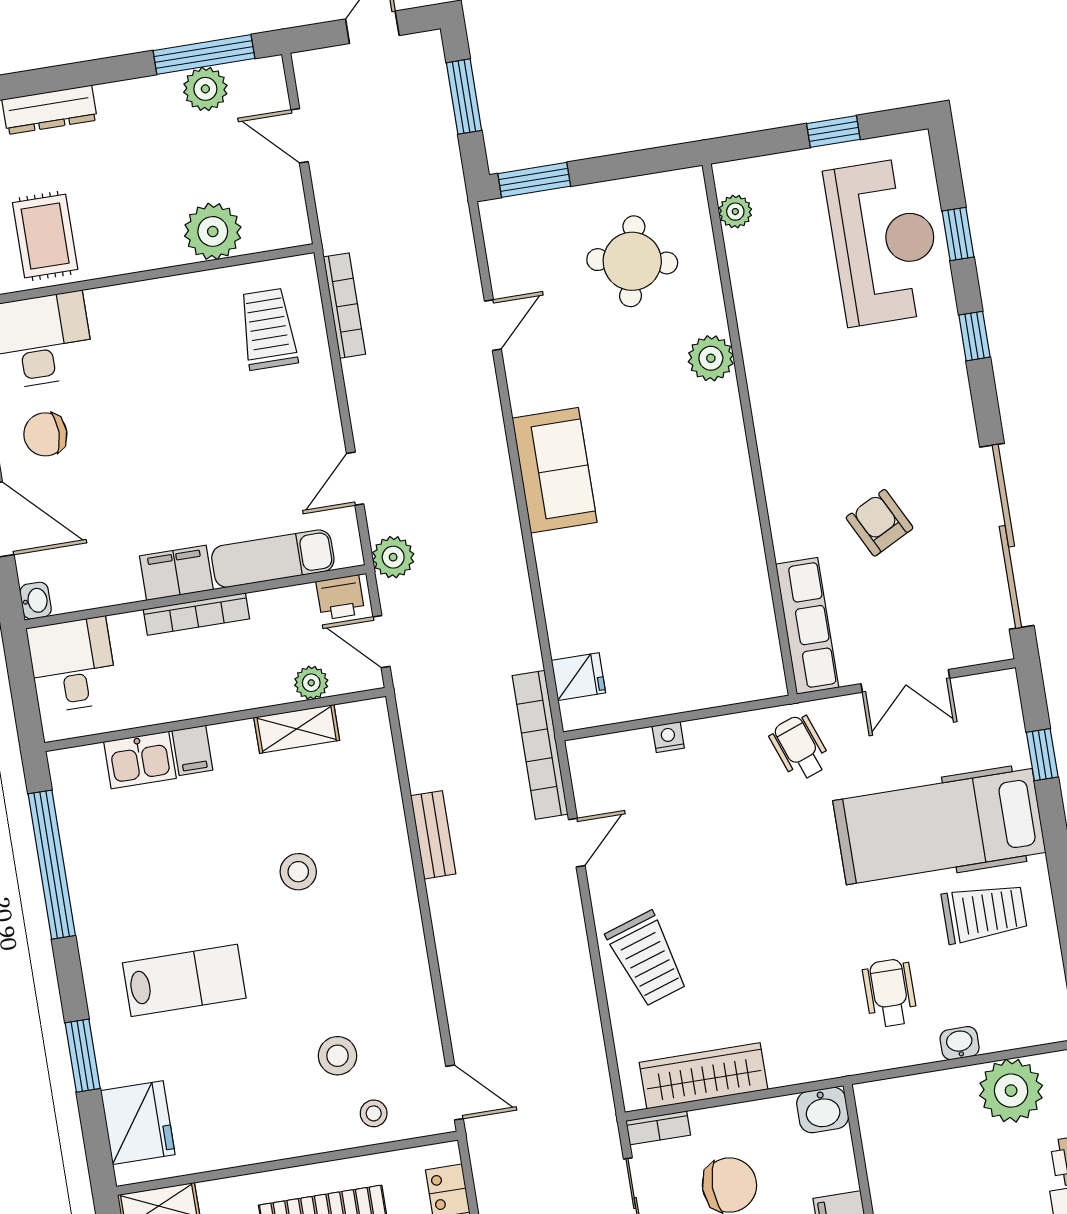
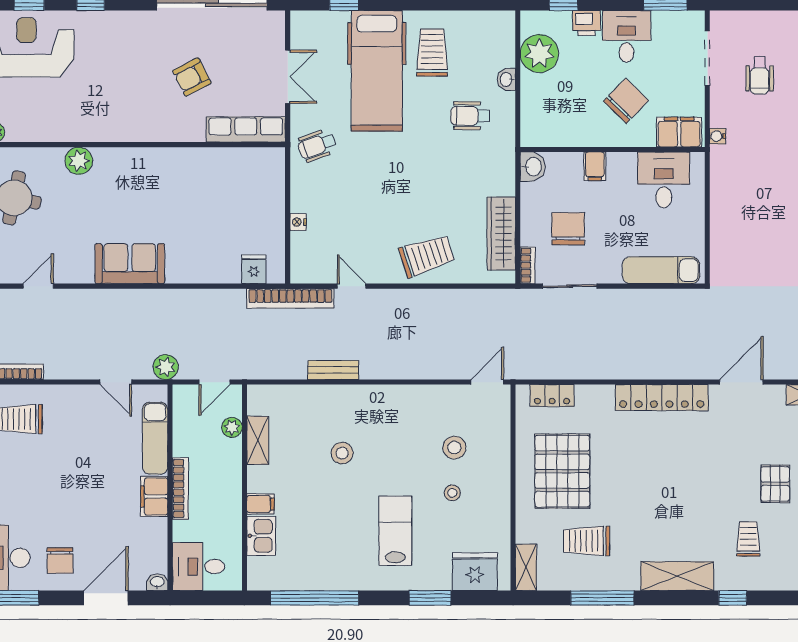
door: (493, 325) -> (38, 286), hinge flipped
printer: (340, 597) -> (184, 402), removed
stool: (374, 1113) -> (452, 493), moved

